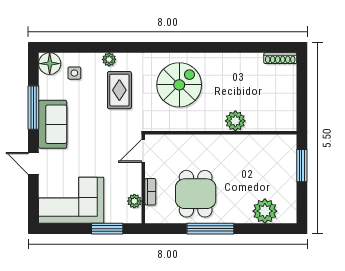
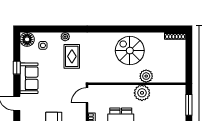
spiral stairs: (179, 85) -> (130, 51), moved, turned -90
window: (33, 108) -> (17, 68), width x0.46
plant: (229, 147) -> (142, 93), added

